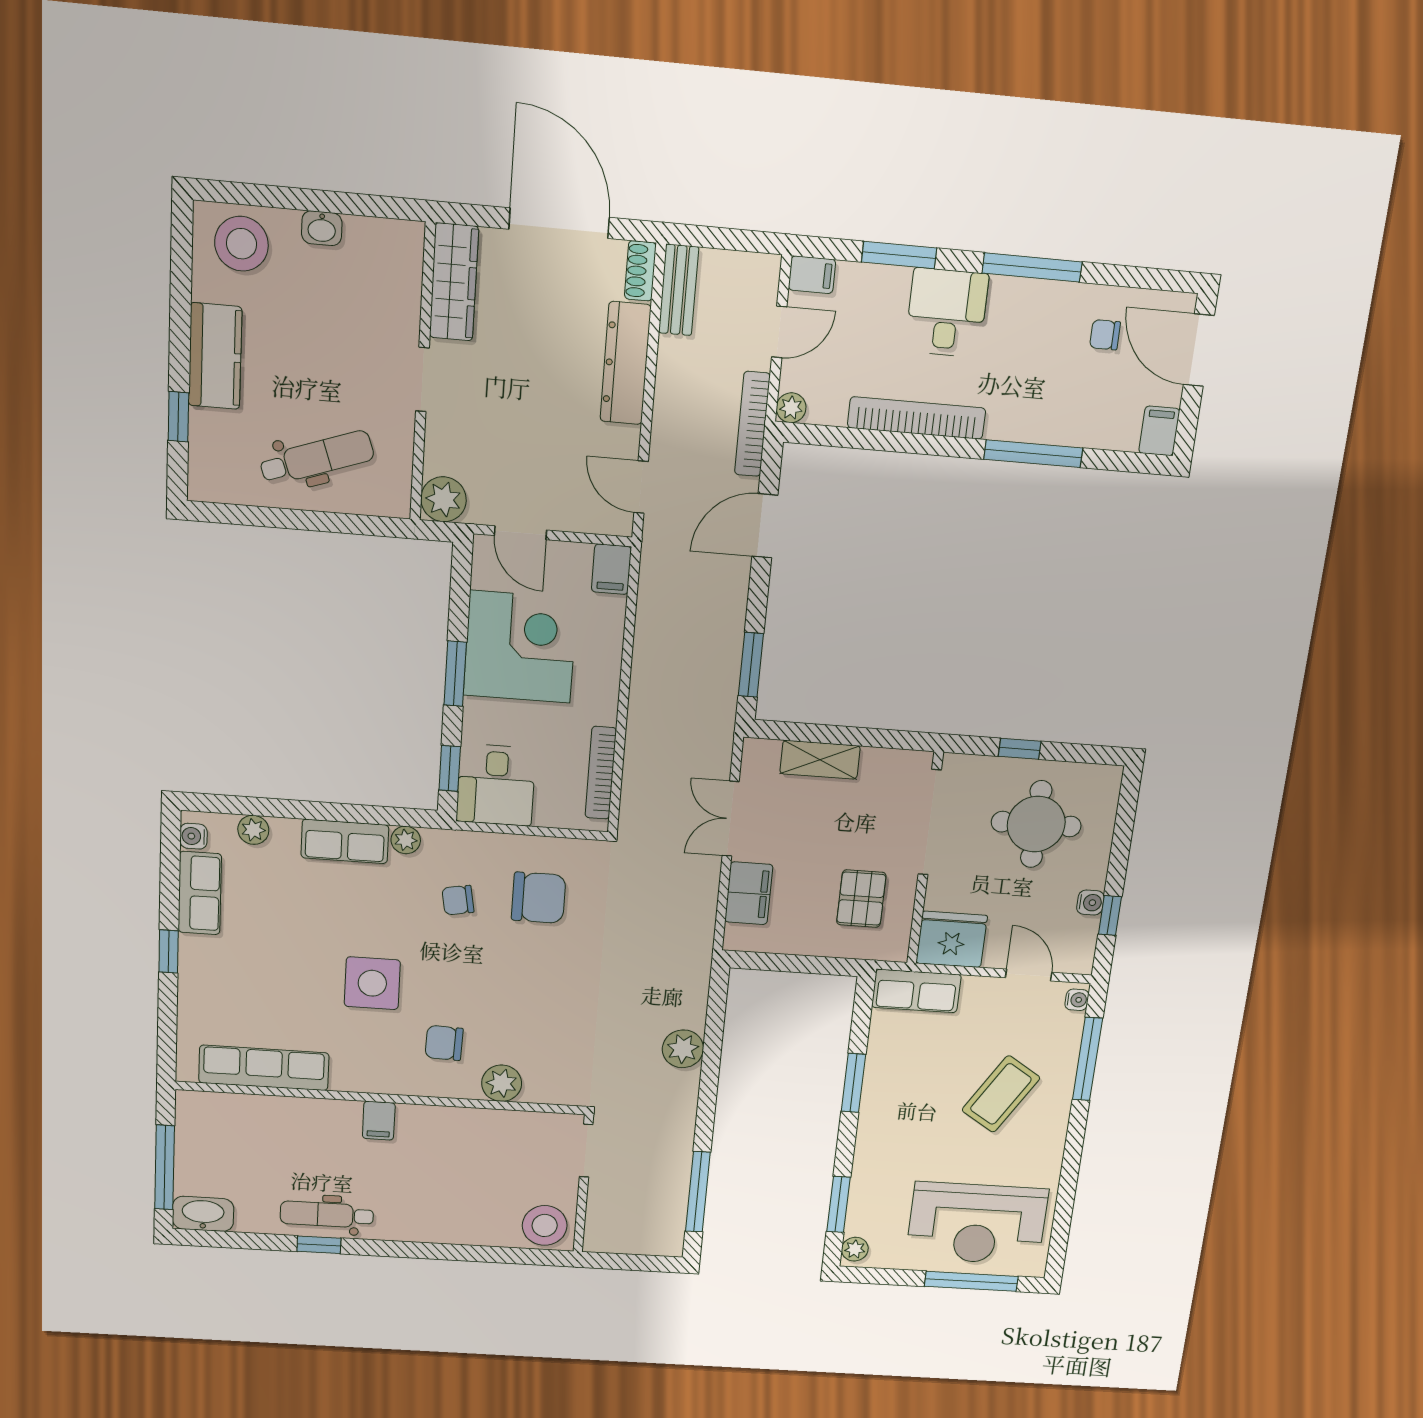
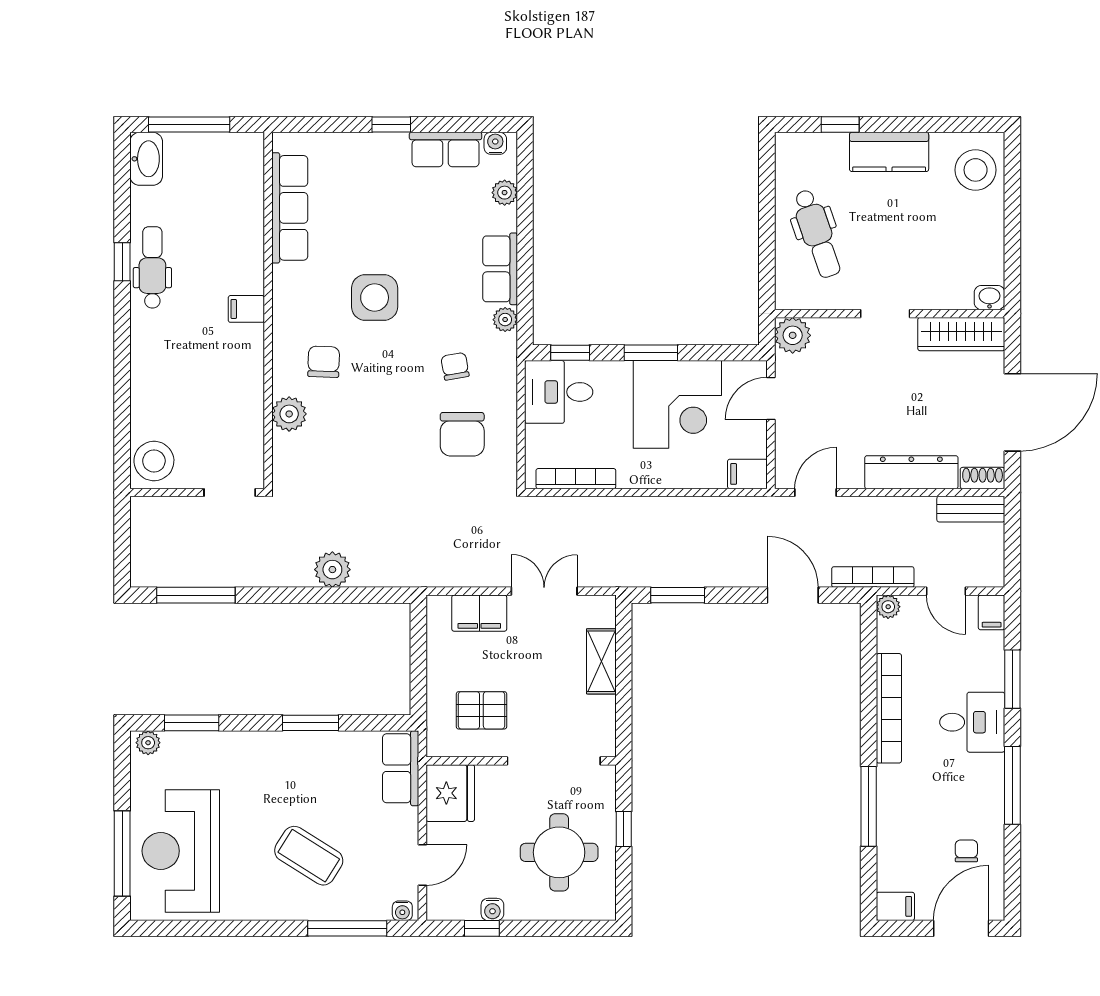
washbasin: (322, 228) -> (990, 298), moved, turned 90

